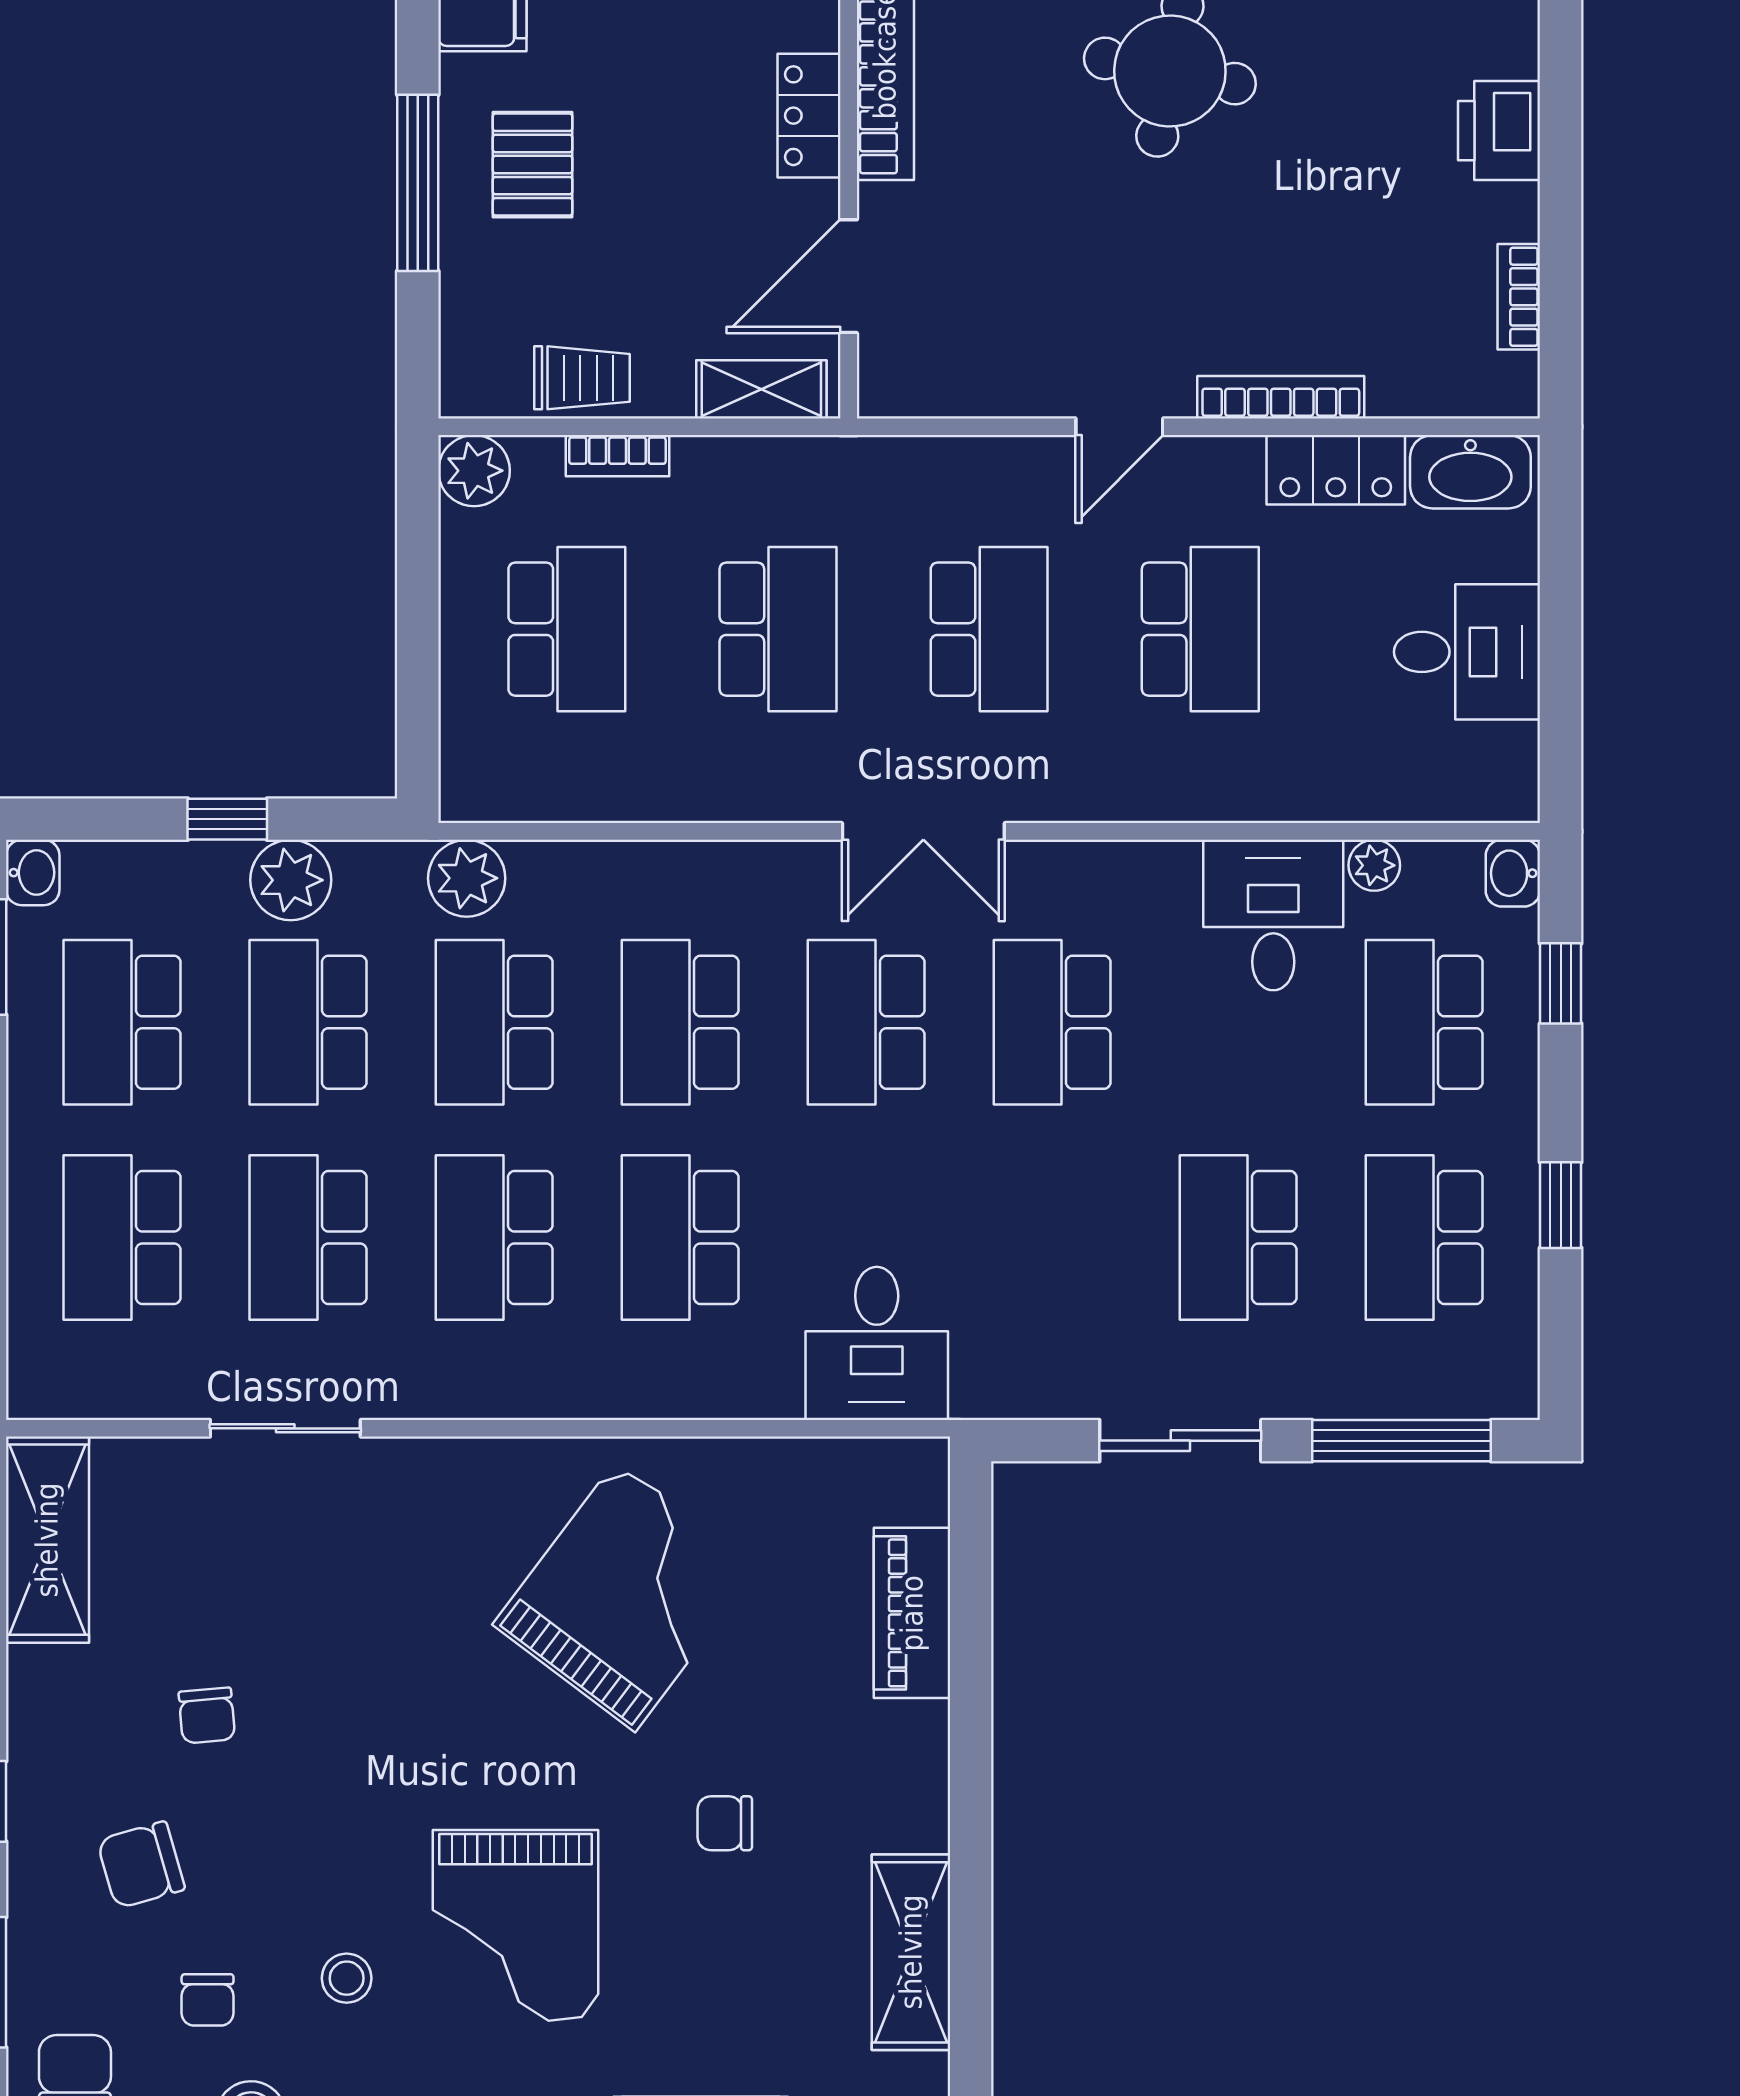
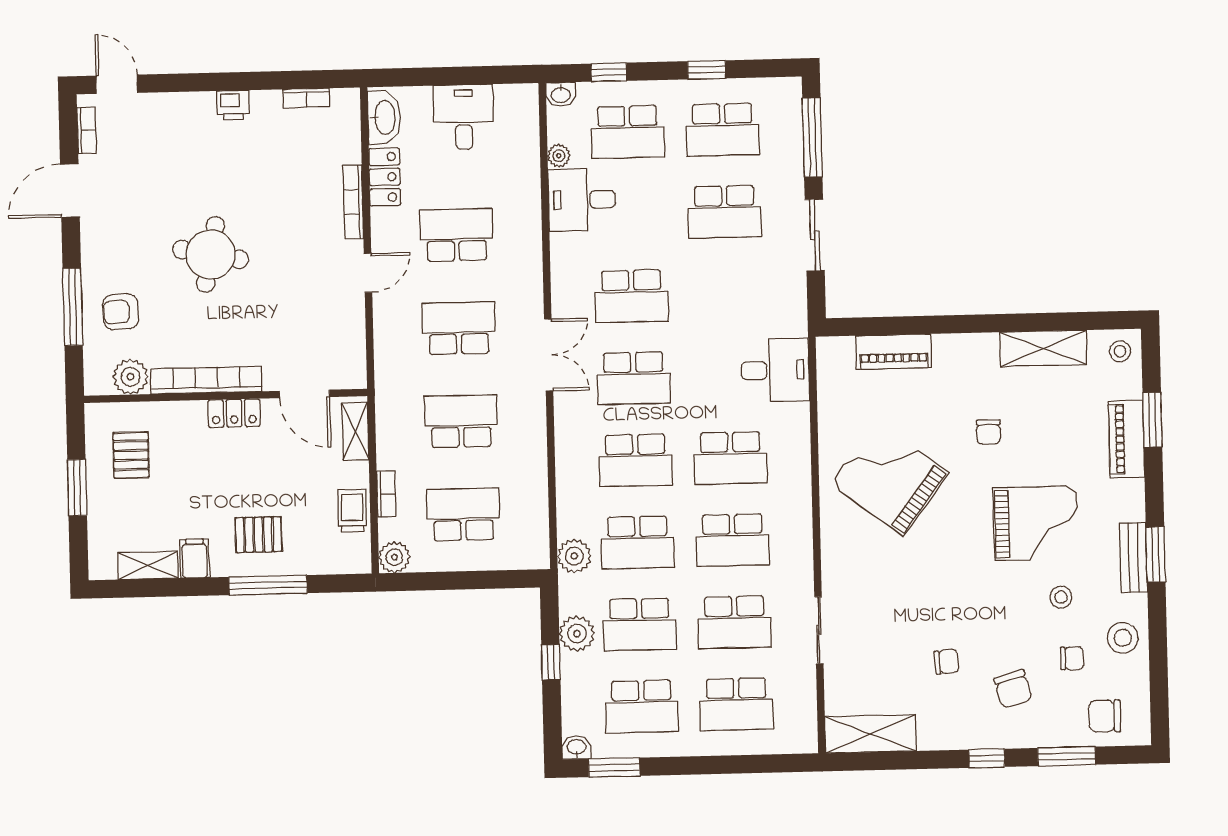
printer: (1499, 131) -> (233, 105), width x0.73, depth x0.81
door: (1119, 427) -> (368, 273), hinge flipped

